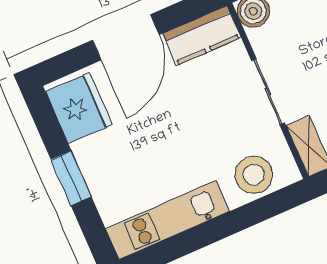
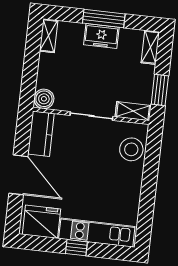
window: (71, 178) -> (76, 248), width x0.67
kitchen unit: (168, 220) -> (97, 233), moved, turned 90

